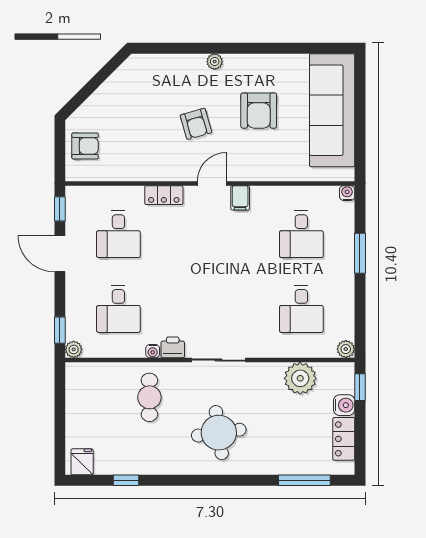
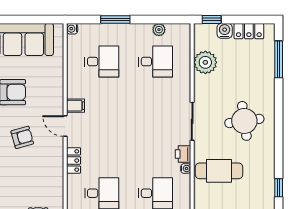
plant: (346, 349) -> (159, 30), moved
cafe table: (149, 397) -> (219, 171), width x1.37, depth x1.35

